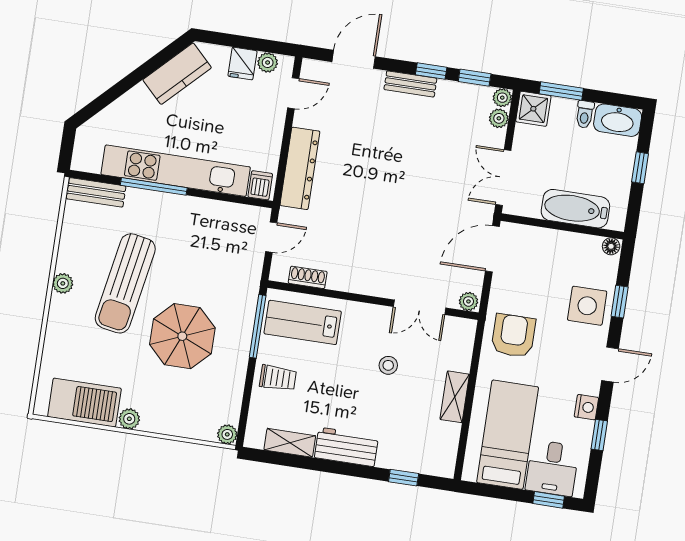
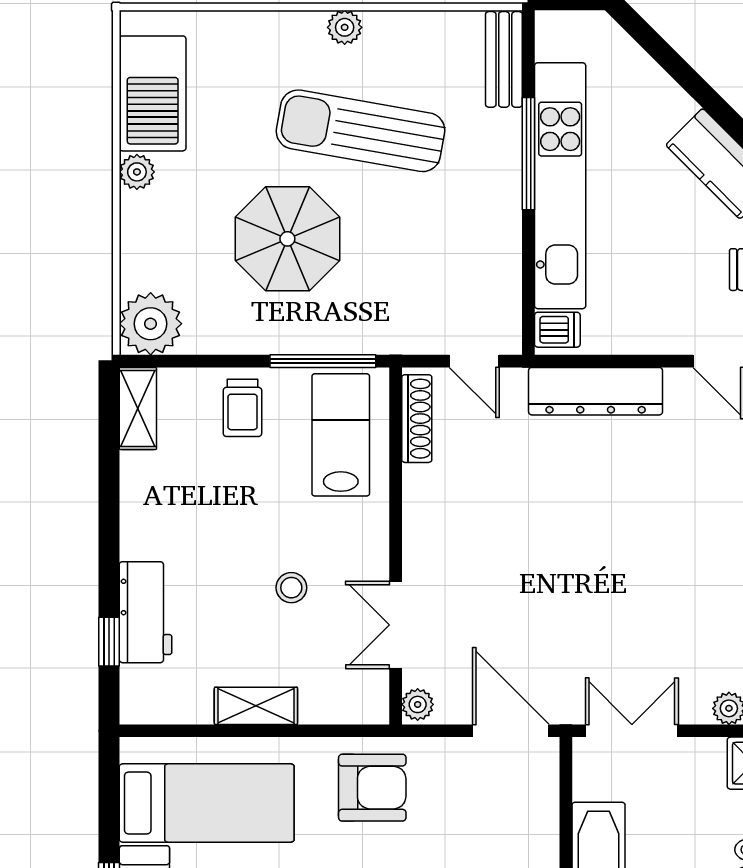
shoe rack: (308, 277) -> (417, 419), width x1.43
plant: (227, 434) -> (151, 324), width x1.88, depth x1.88
shelving: (290, 443) -> (138, 408), moved
workbench: (346, 447) -> (146, 612), moved

